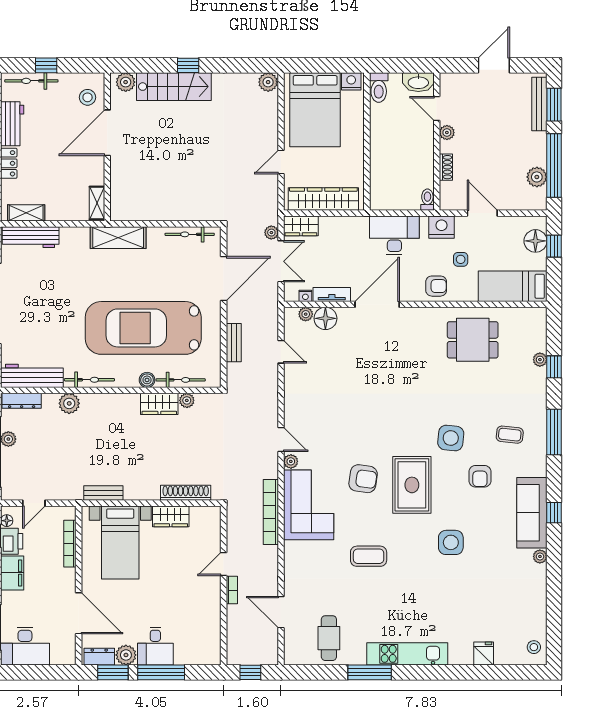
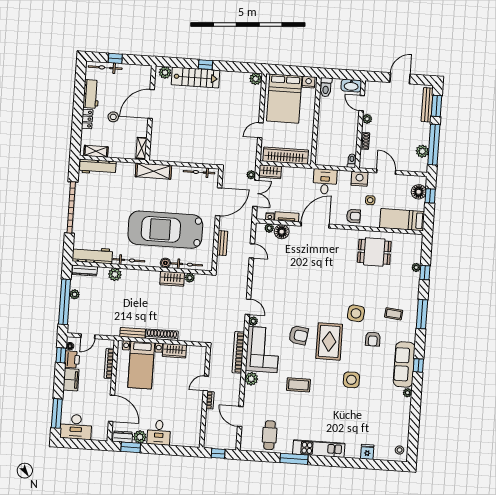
stool: (88, 97) -> (113, 117), moved
desk: (394, 235) -> (325, 182), width x0.73
shoe rack: (186, 493) -> (162, 335), moved
plant: (294, 552) -> (251, 379), added
window: (161, 672) -> (161, 450), removed

